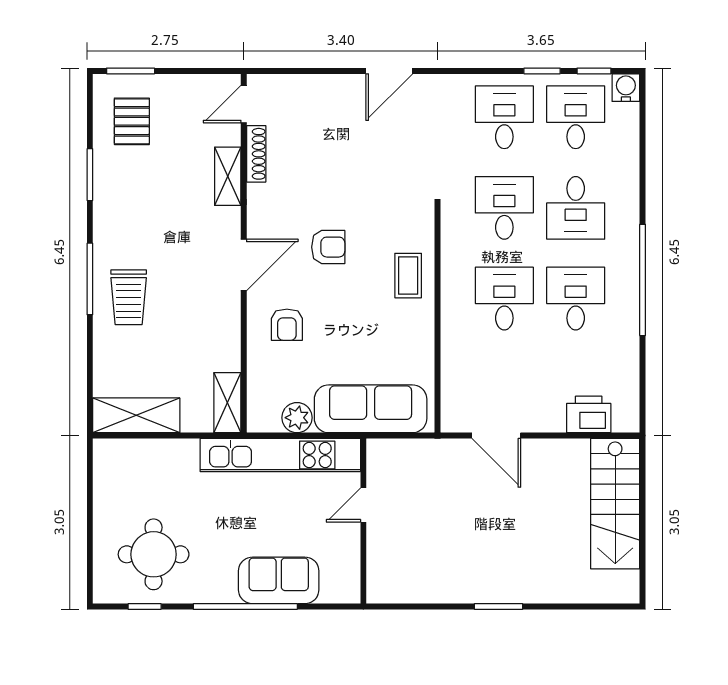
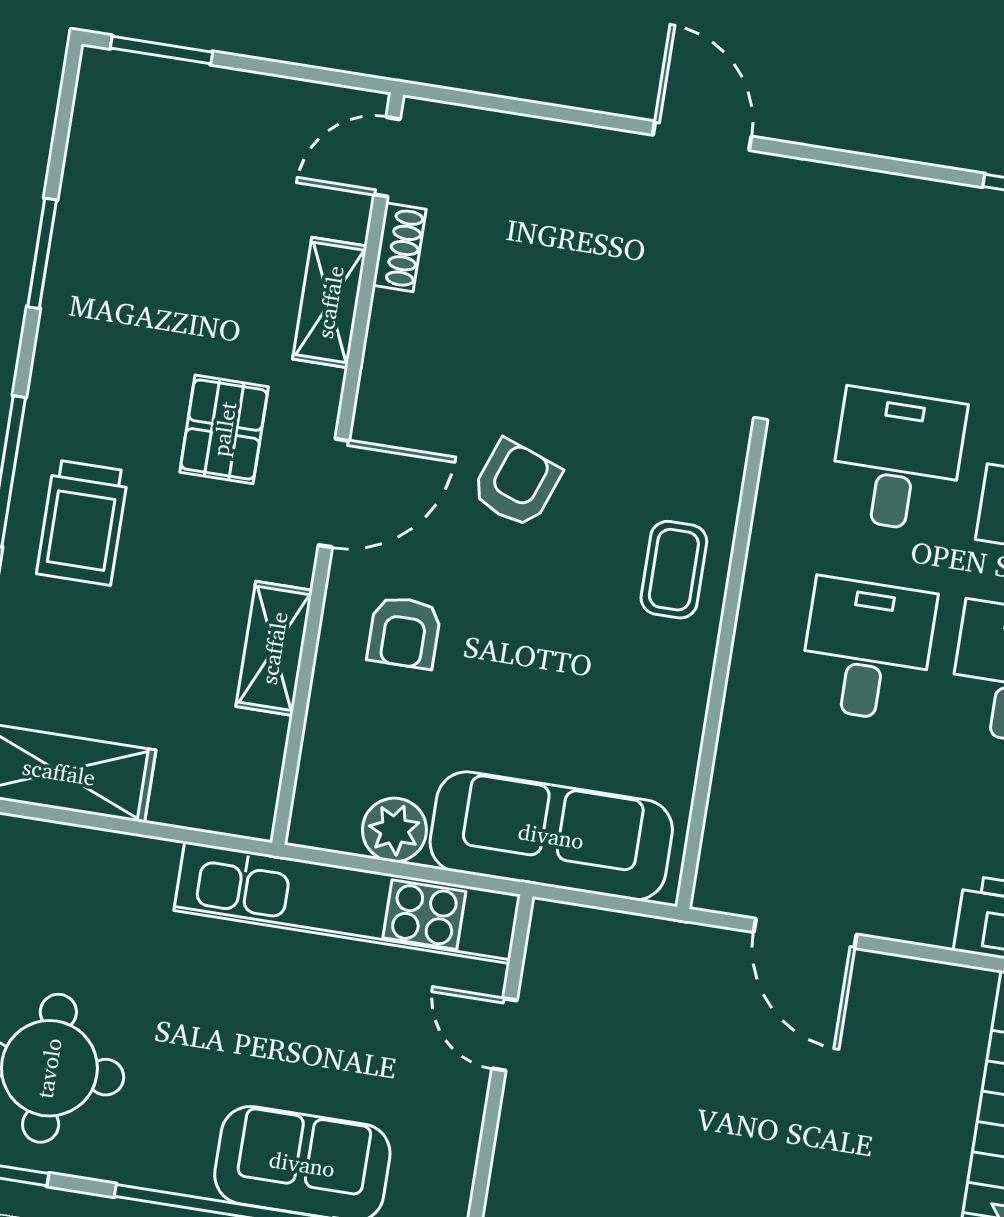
door: (389, 71) -> (702, 136), swing flipped
desk: (504, 117) -> (927, 271), removed
pallet: (132, 121) -> (224, 429), moved
shoe rack: (256, 154) -> (399, 247), width x0.70
armchair: (328, 247) -> (516, 484), turned -70
shelving: (227, 403) -> (274, 648), moved
door: (363, 505) -> (504, 1034), hinge flipped

